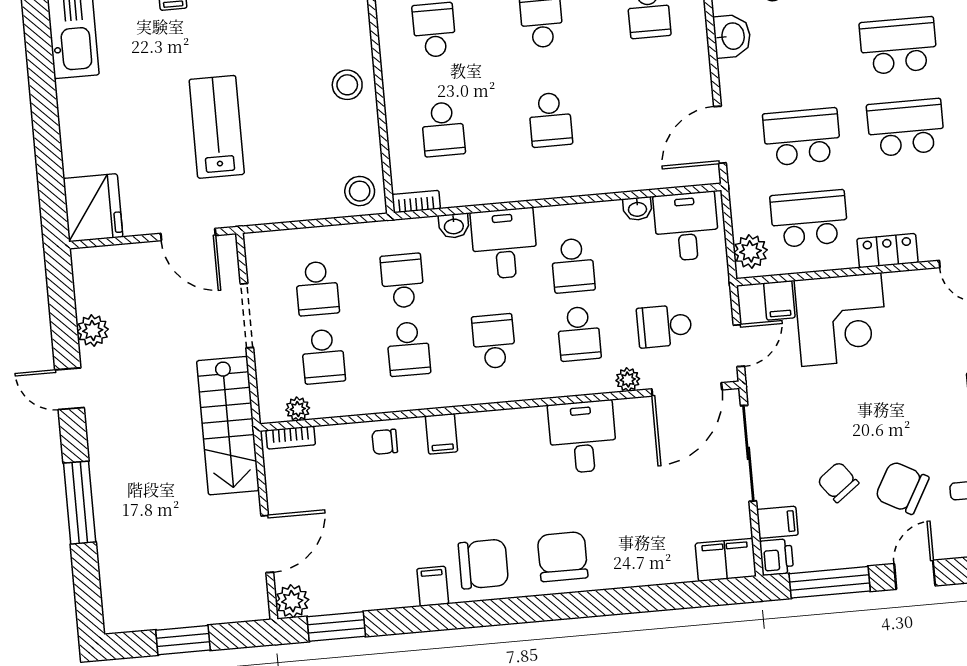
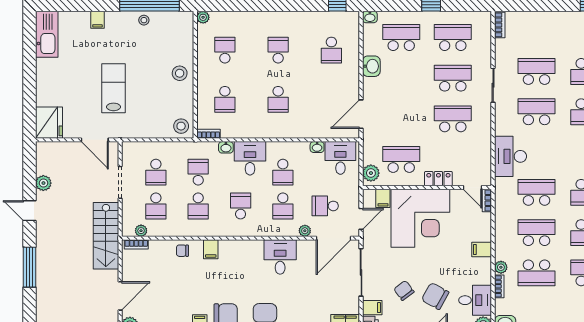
school desk: (802, 137) -> (401, 119), removed
corner desk: (841, 319) -> (420, 218), width x1.36, depth x1.36

